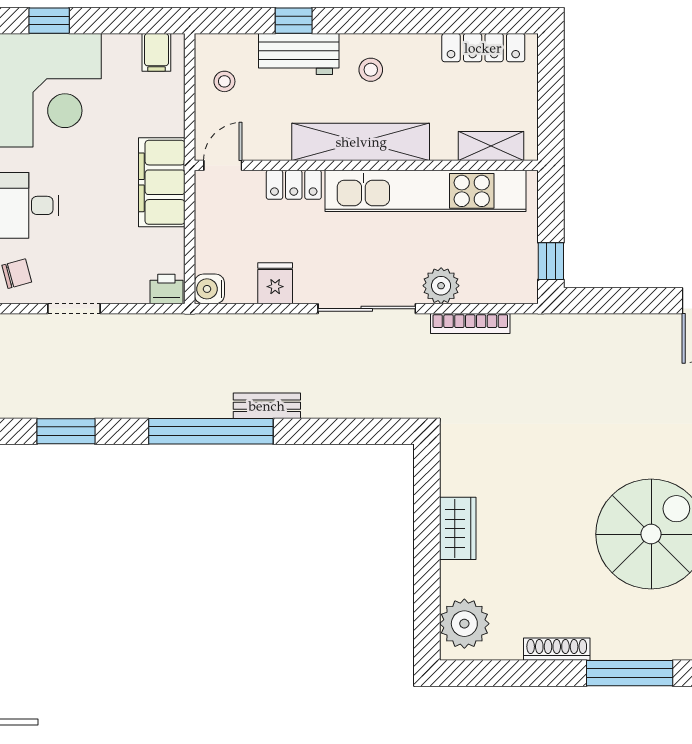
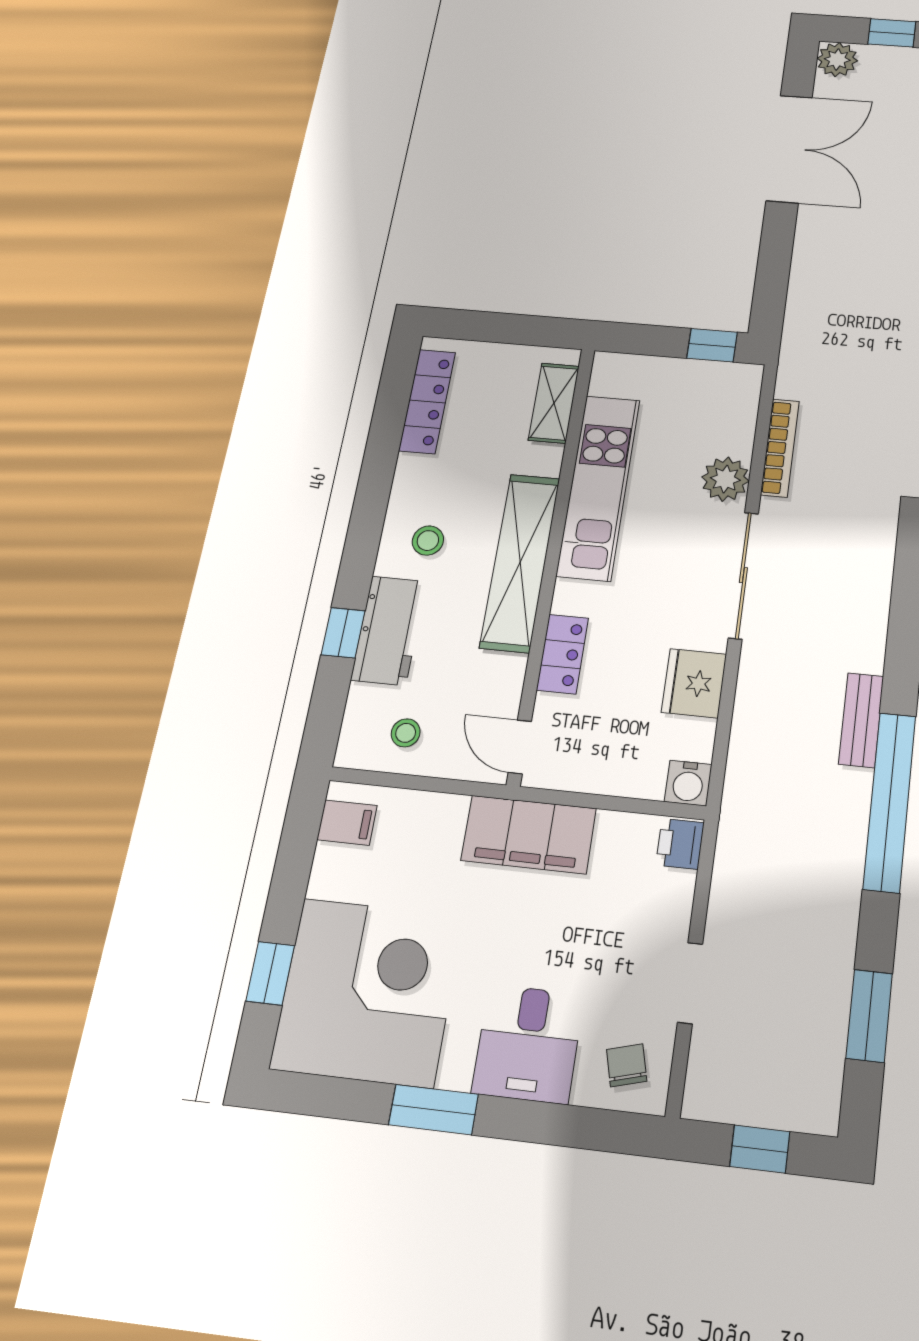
kitchen unit: (426, 191) -> (598, 487), width x0.73
fridge: (275, 283) -> (694, 683), width x1.38

